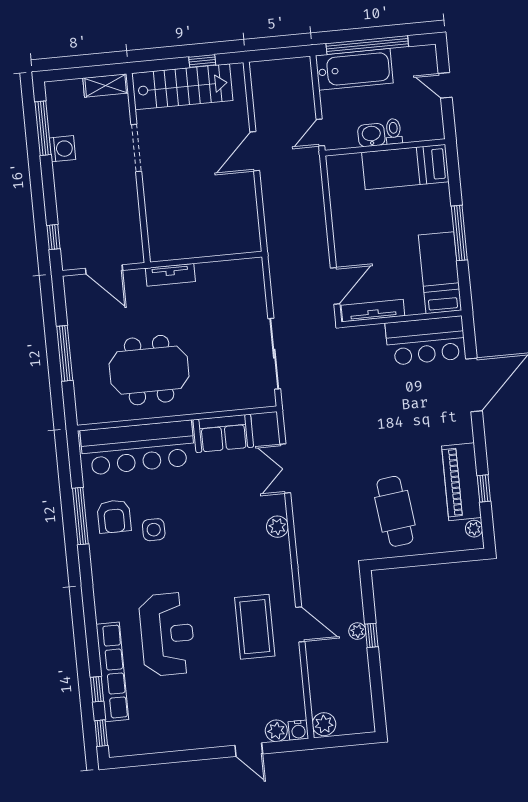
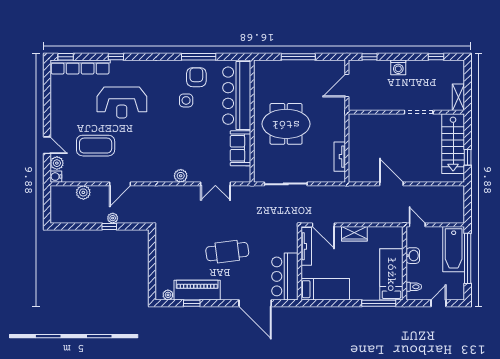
window: (43, 128) -> (436, 57), width x0.46
toilet: (394, 131) -> (414, 287), moved
washing machine: (62, 149) -> (398, 67), moved
door: (255, 151) -> (391, 184), moved
window: (459, 233) -> (379, 303), moved
wardrobe: (345, 234) -> (354, 234), added
tv unit: (170, 275) -> (340, 157), moved
meeting table: (149, 370) -> (286, 124), moved, turned 90
double door: (285, 469) -> (215, 184), swing flipped
cafe table: (395, 511) -> (227, 252), moved
armchair: (114, 516) -> (196, 77), turned 90
coffee table: (255, 627) -> (96, 146), moved
row of seats: (112, 672) -> (80, 67), moved
window: (97, 689) -> (116, 57), moved
plant: (324, 724) -> (83, 192), moved
door: (249, 750) -> (47, 145), swing flipped

